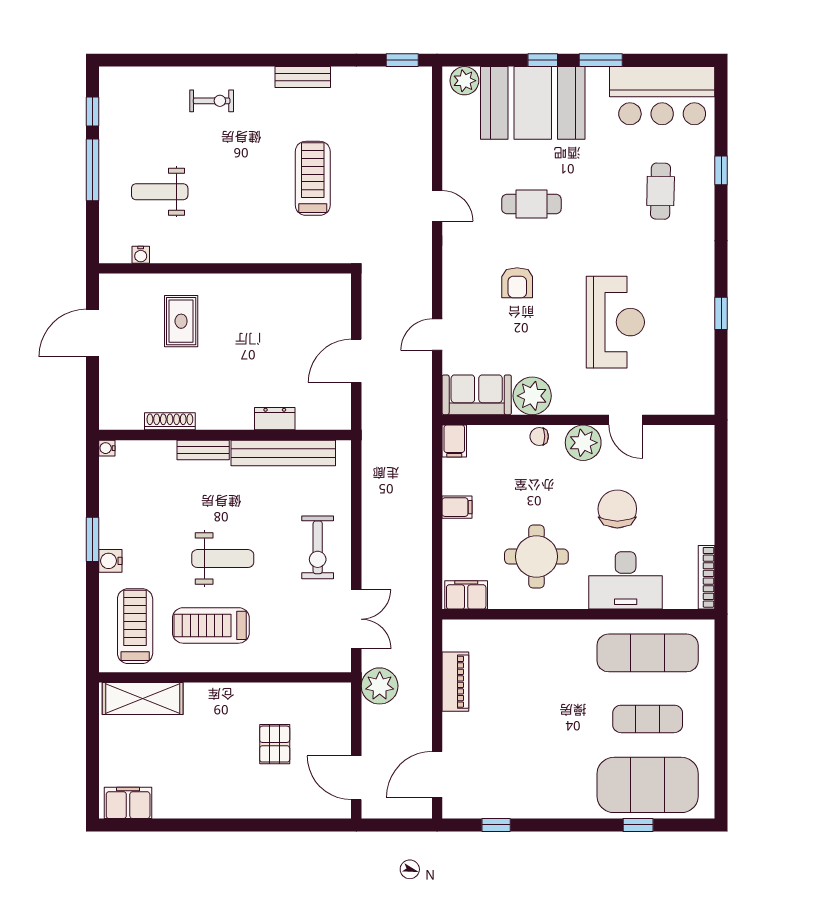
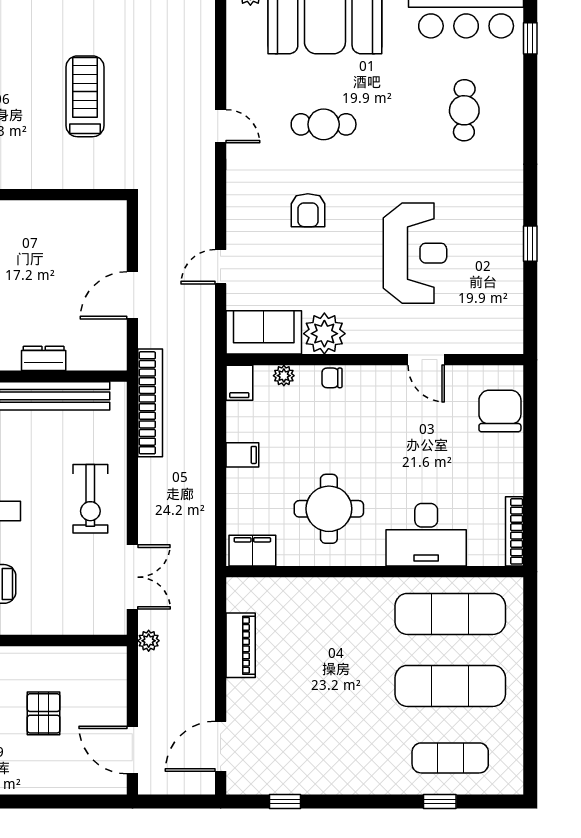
window: (721, 170) -> (530, 38), moved
plant: (583, 443) -> (284, 376), moved, width x0.53, depth x0.53
bookcase: (373, 459) -> (150, 403), added
chair: (617, 509) -> (500, 411), moved
plant: (380, 686) -> (149, 641), width x0.53, depth x0.53
exercise mat: (648, 719) -> (450, 686), width x1.36, depth x1.45
exercise mat: (648, 785) -> (450, 758), width x0.50, depth x0.69

